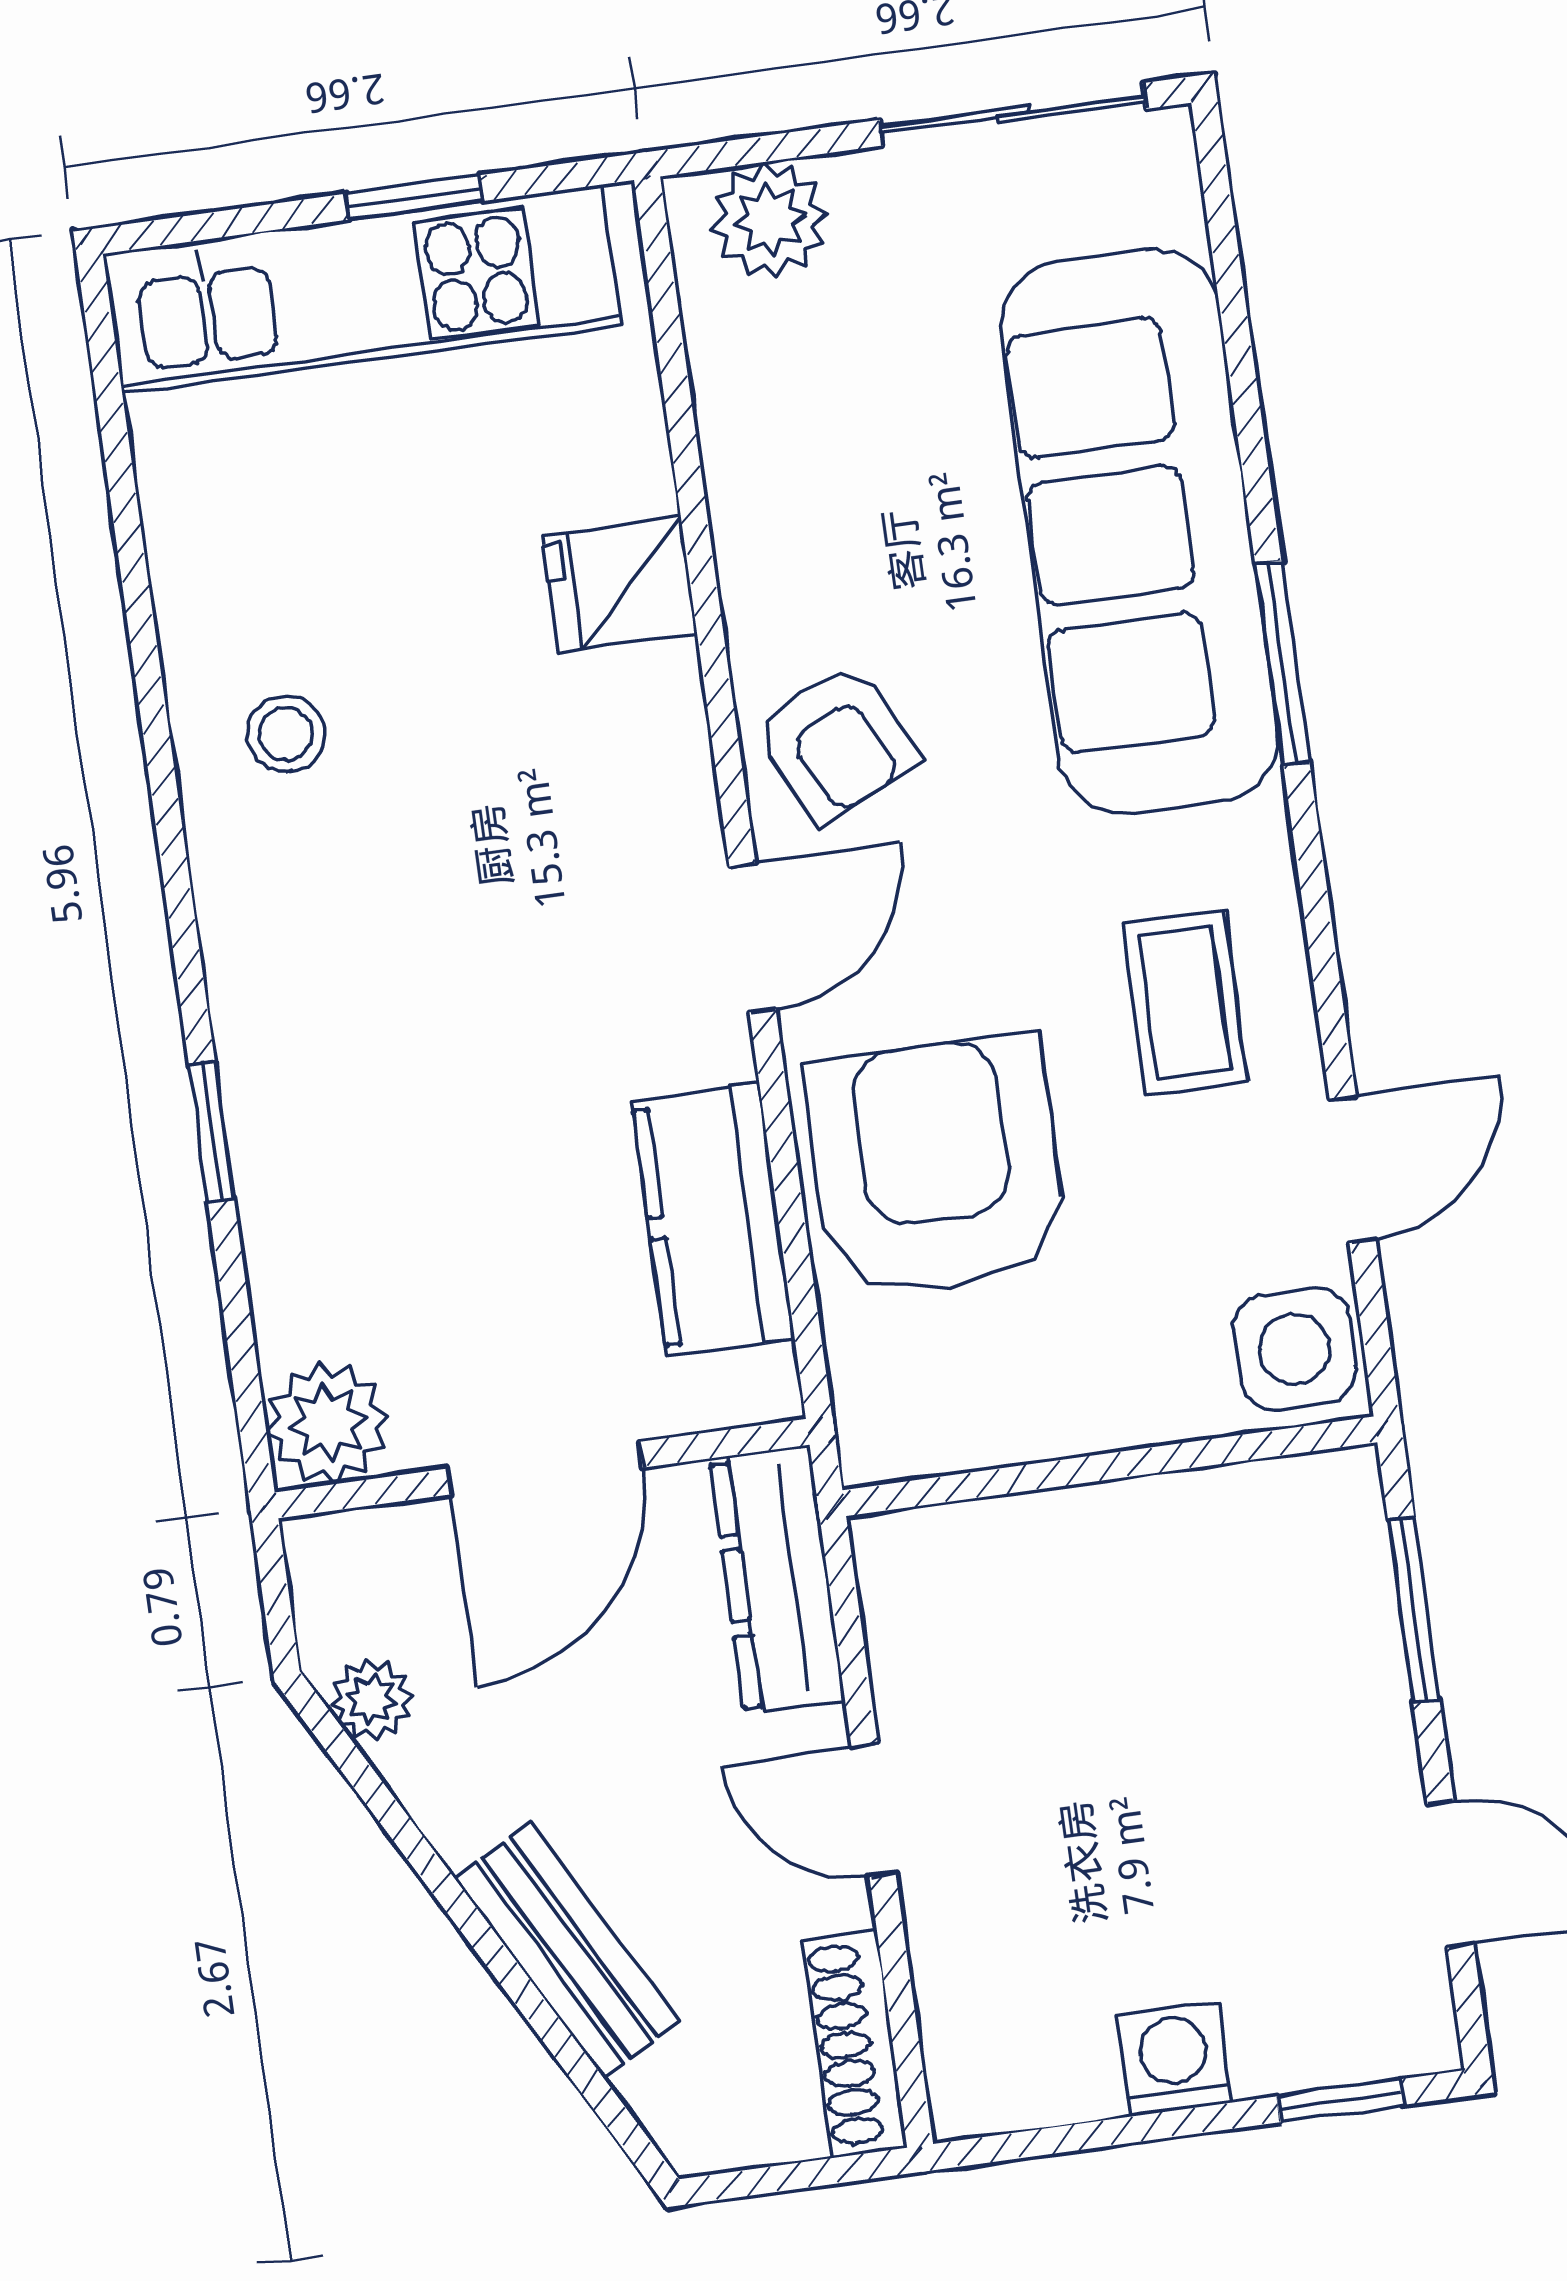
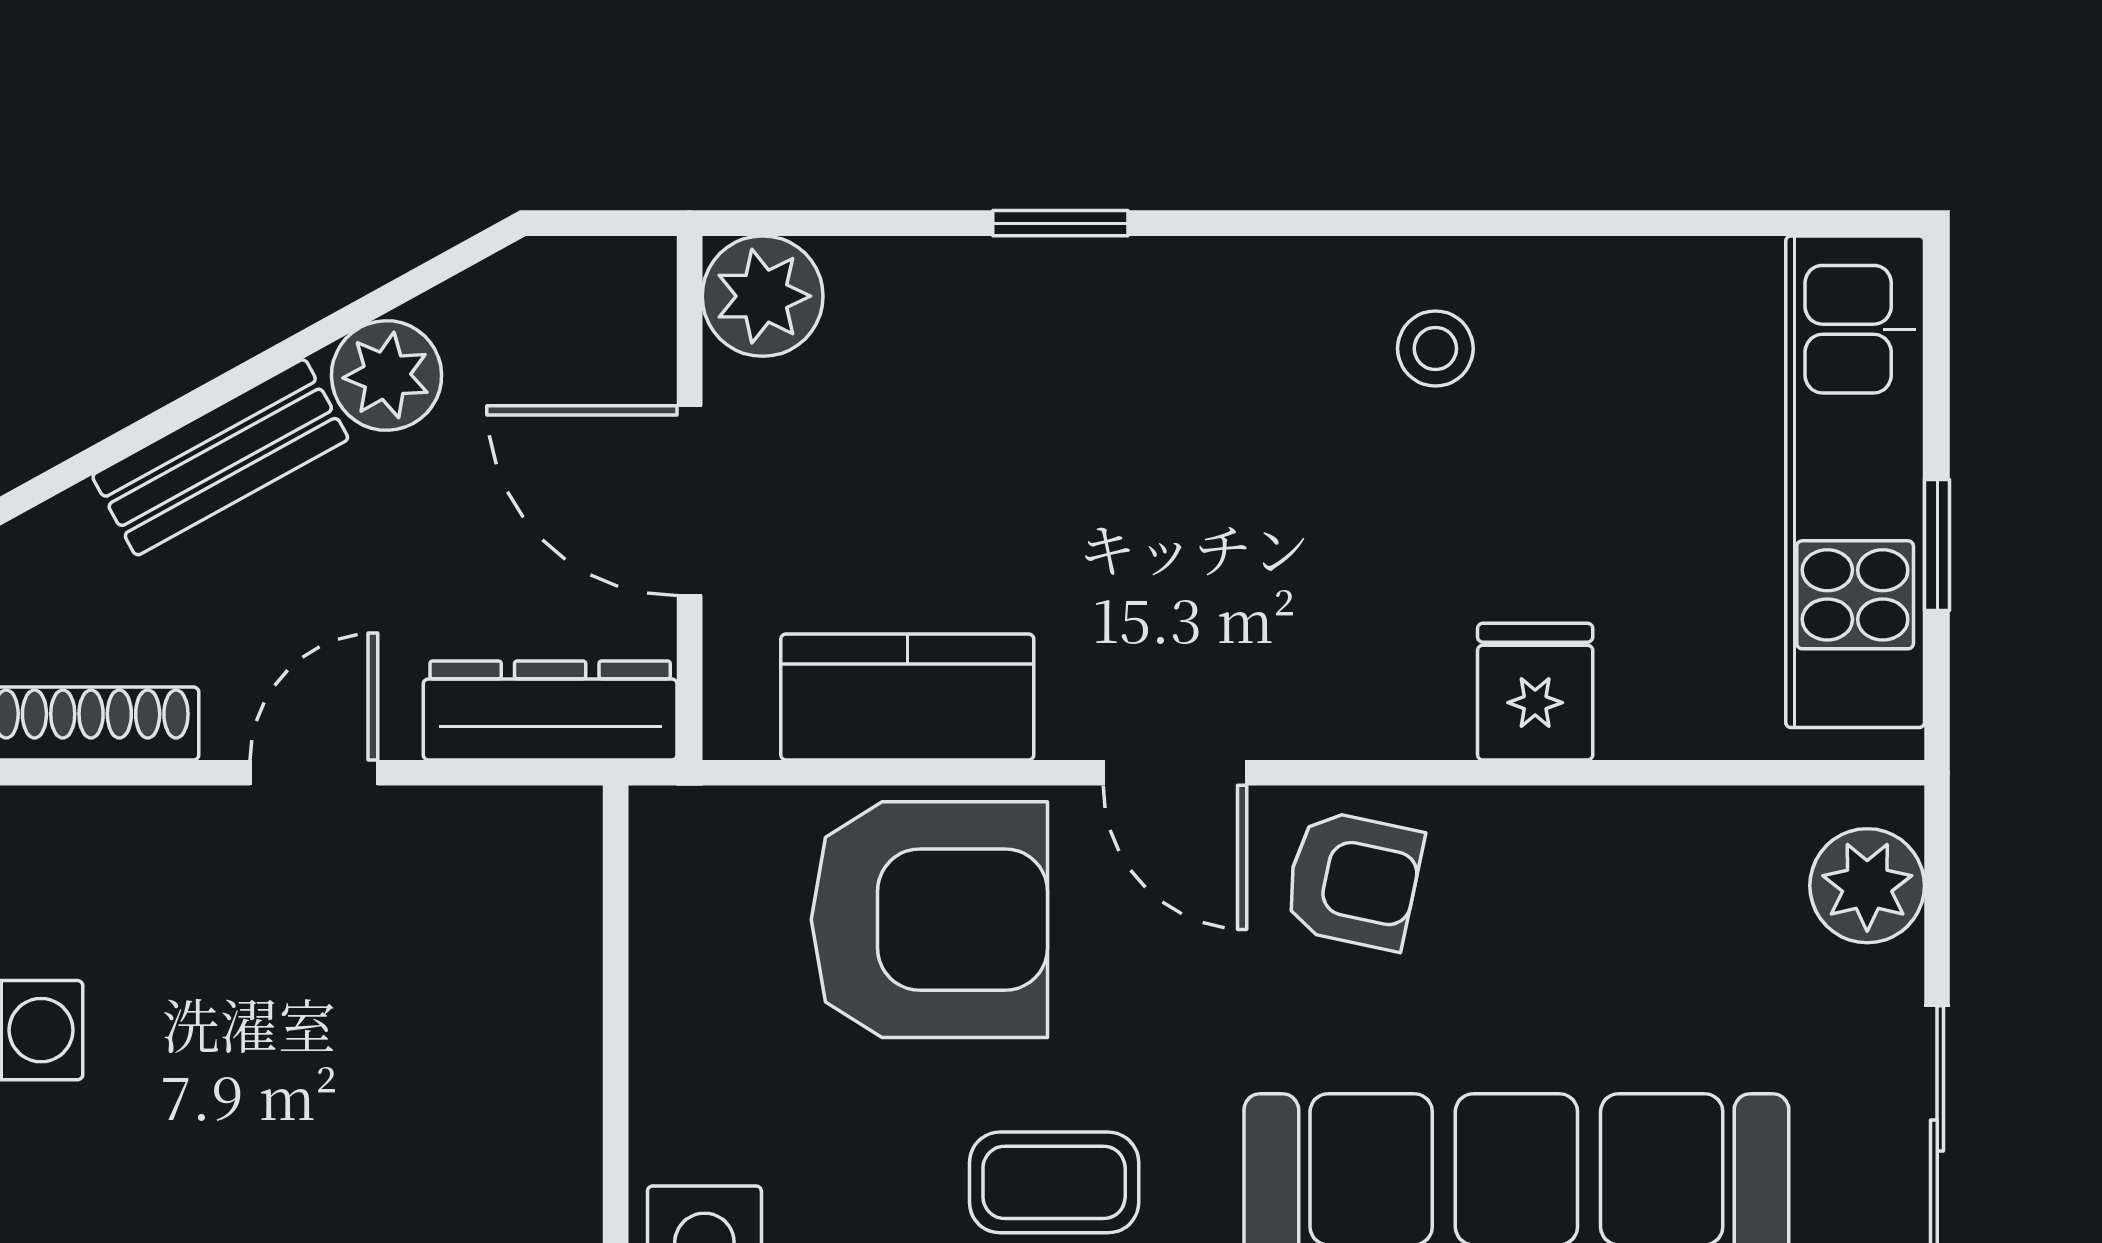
armchair: (836, 742) -> (1353, 880), turned -142
plant: (372, 1700) -> (387, 375), moved, width x1.38, depth x1.38

